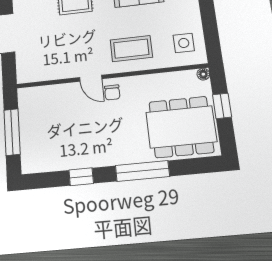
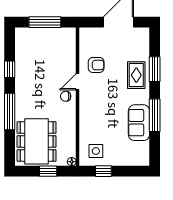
window: (210, 30) -> (103, 171), added
coffee table: (131, 49) -> (96, 113), removed
armchair: (66, 56) -> (96, 65), added

